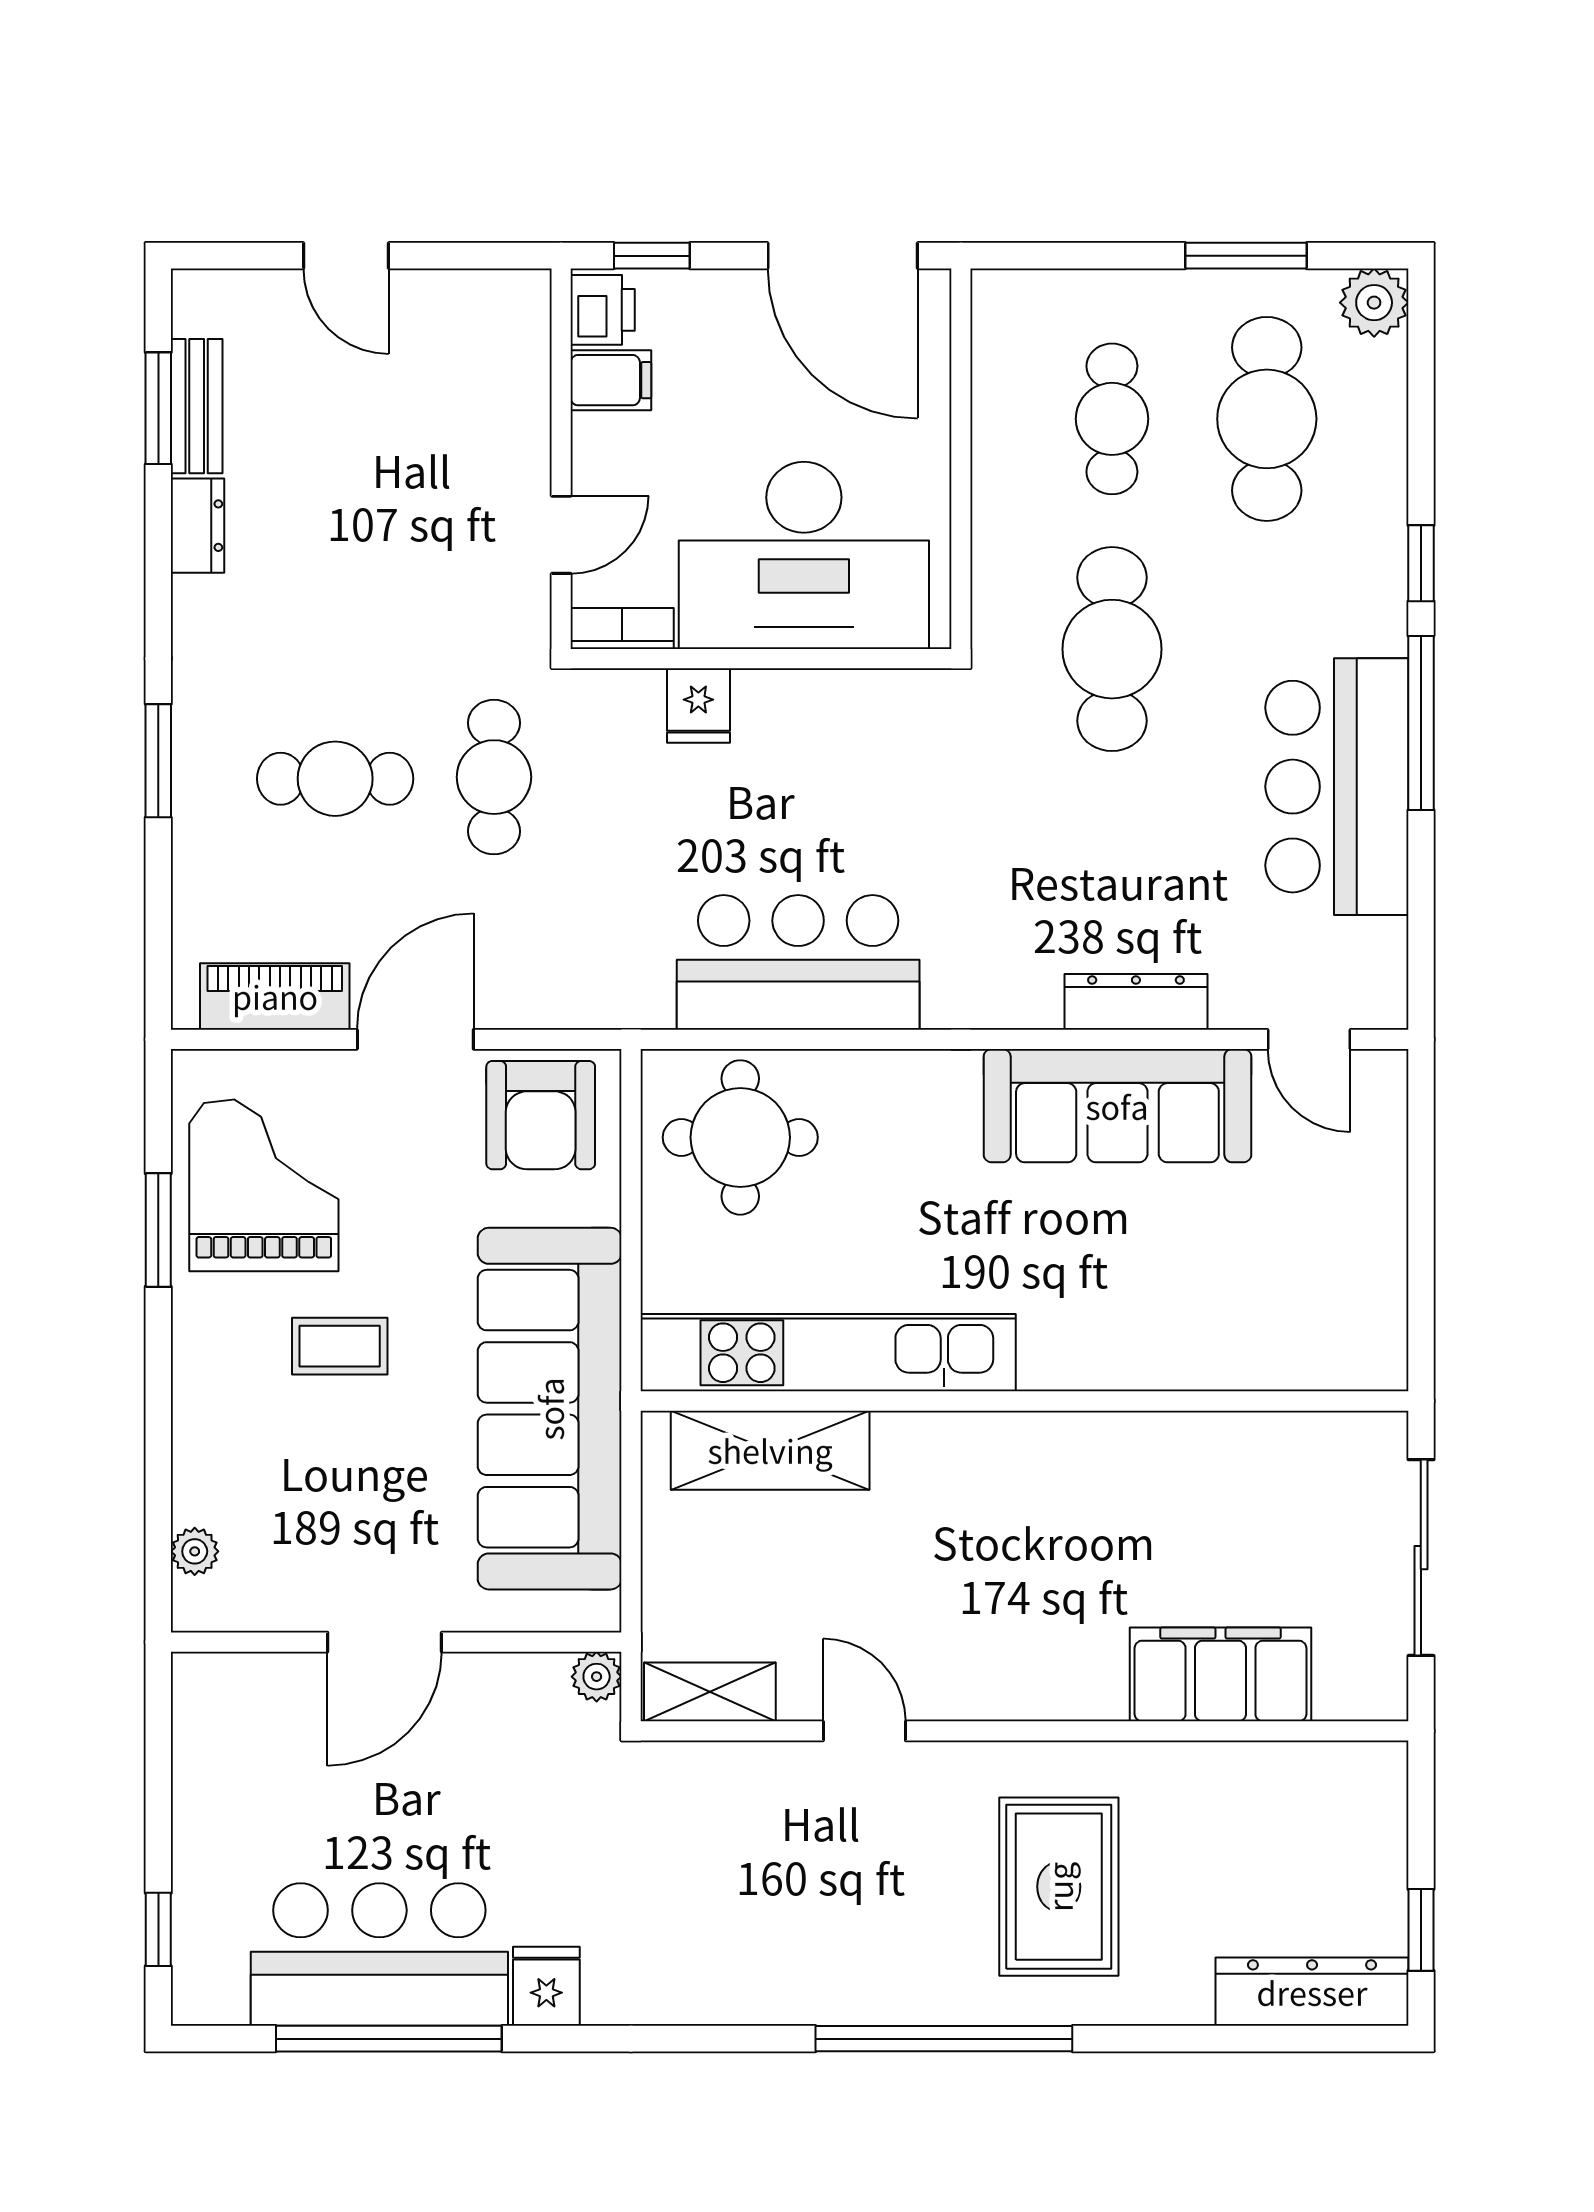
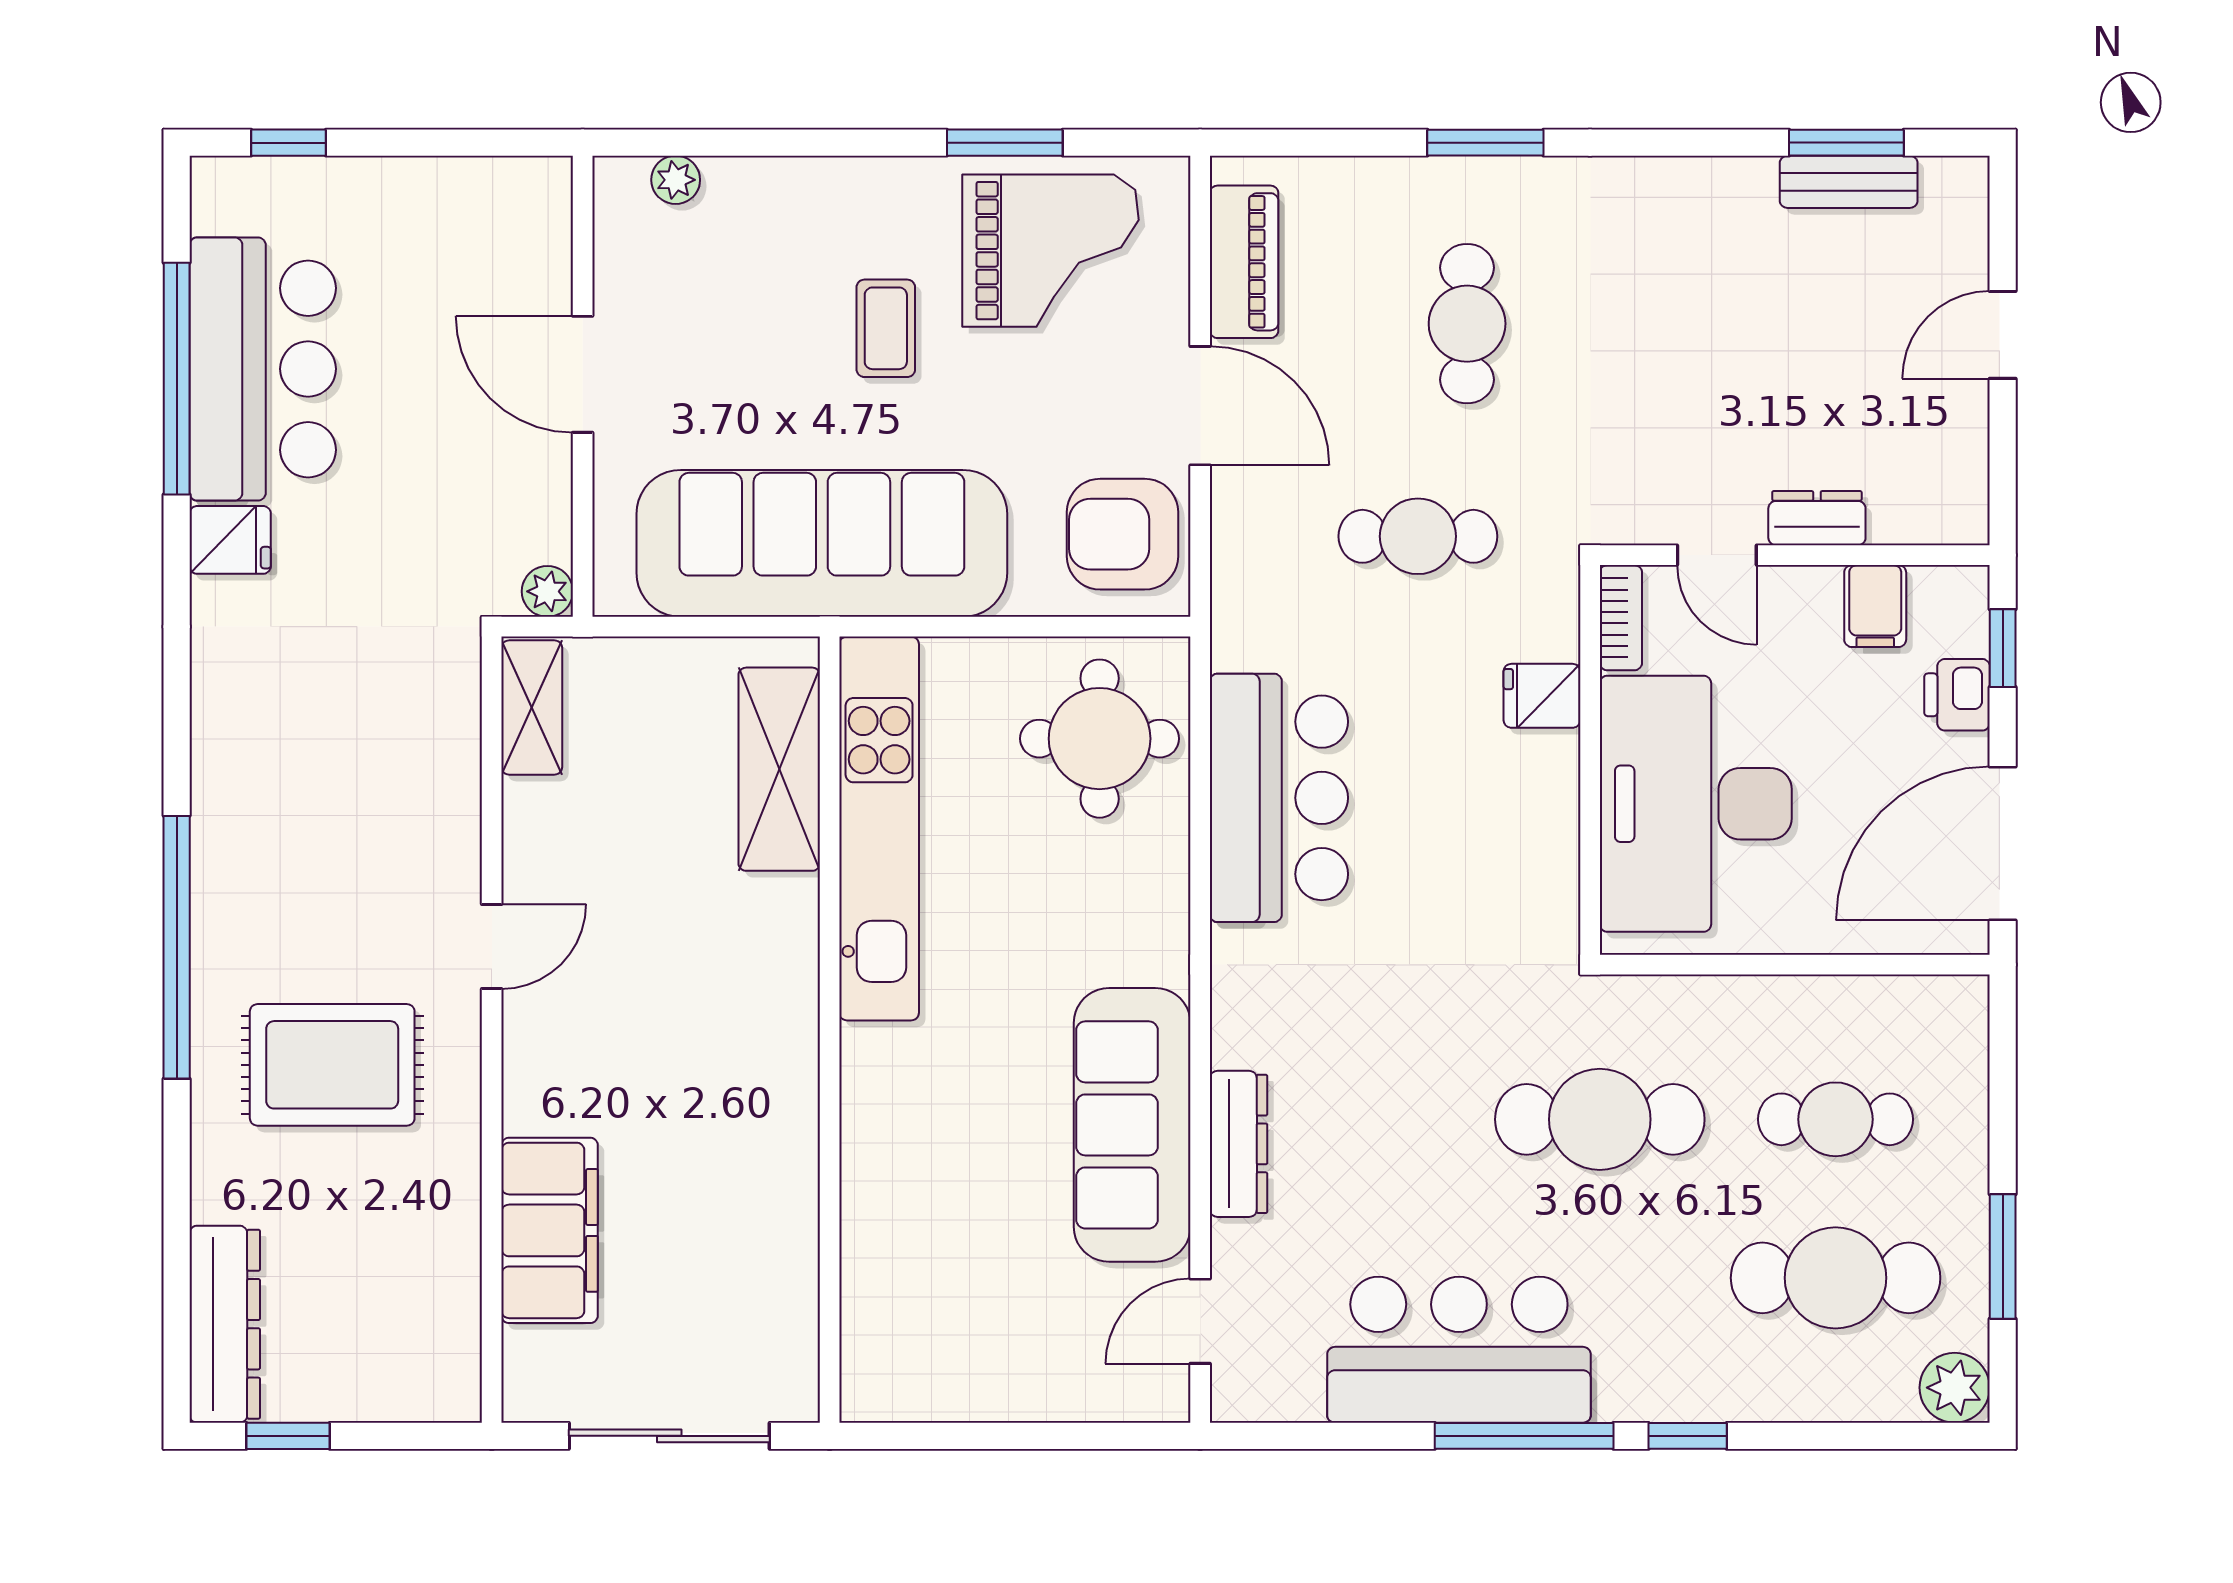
printer: (603, 310) -> (1957, 695), moved, turned 90
dresser: (198, 526) -> (1817, 518), moved, turned 180
cafe table: (494, 777) -> (1418, 536), moved
door: (864, 1731) -> (492, 946), moved

